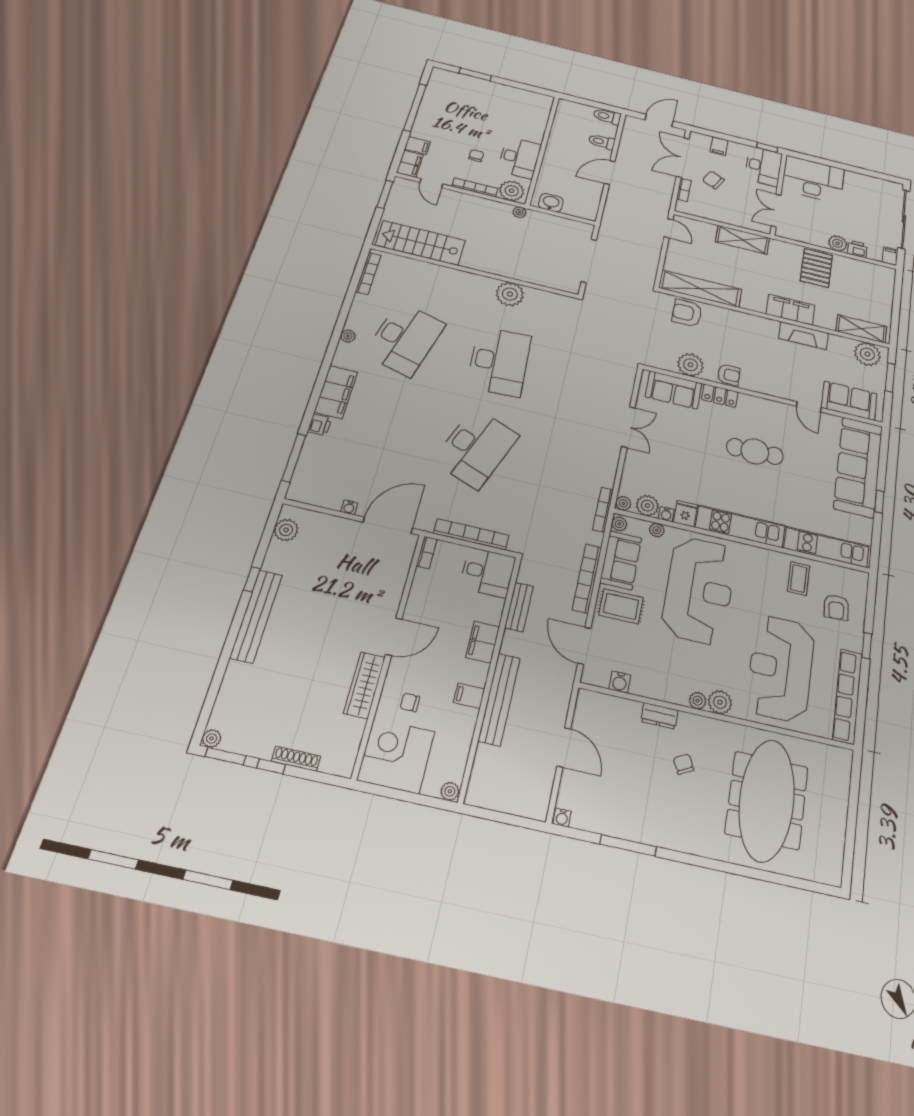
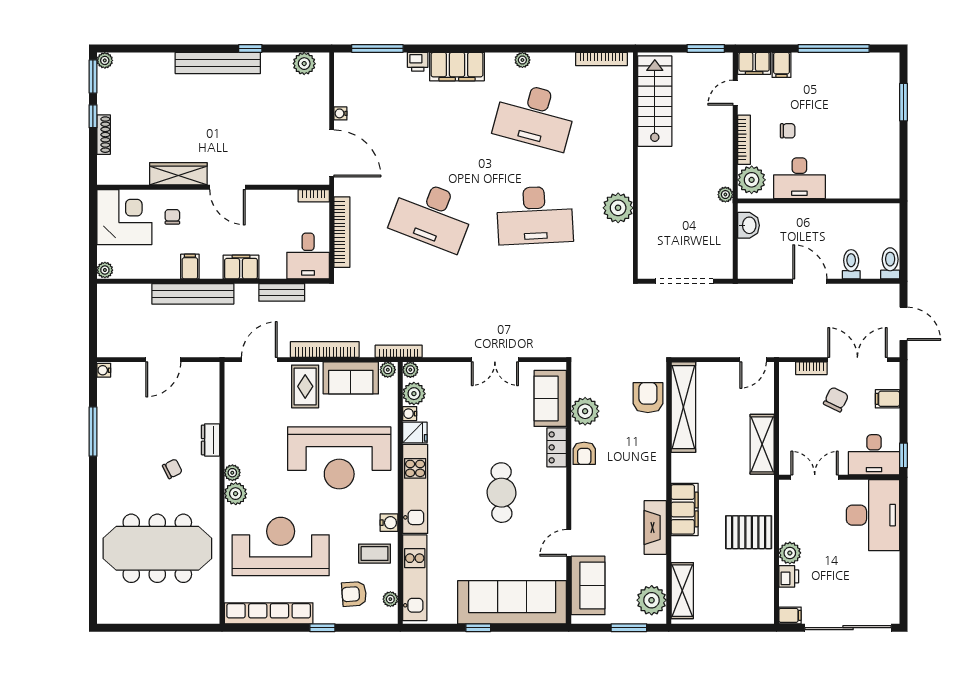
plant: (657, 530) -> (390, 599), moved
water cooler: (620, 682) -> (389, 523), moved, turned 180

